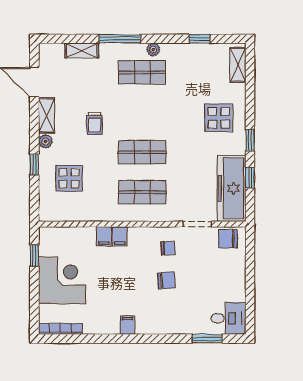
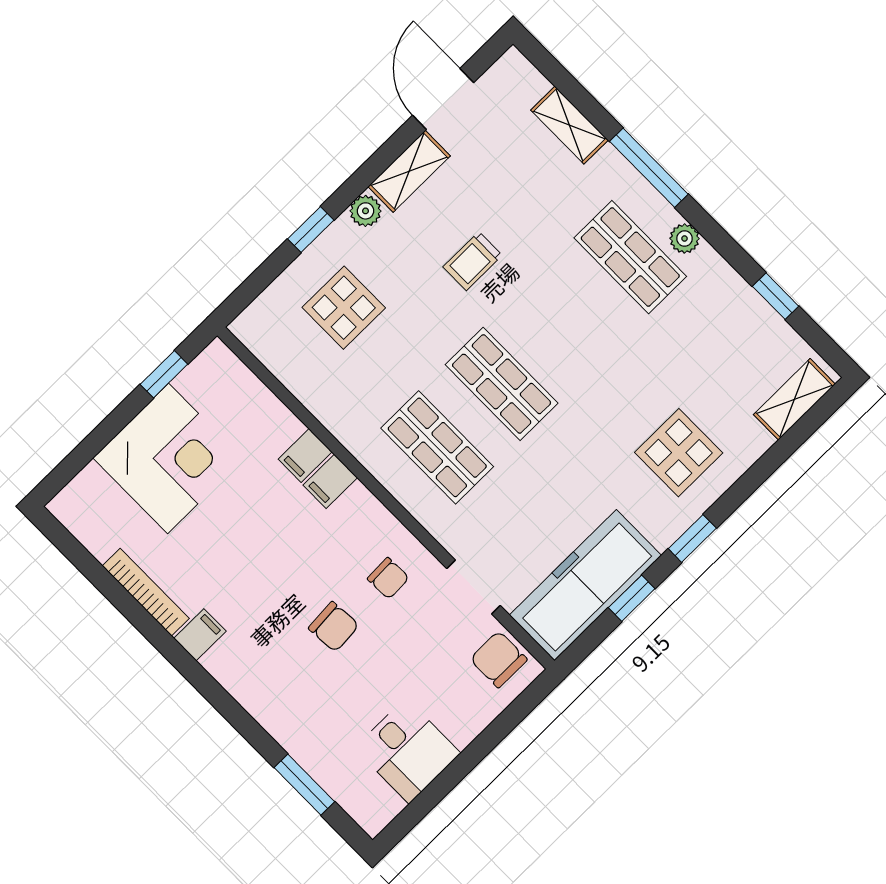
desk: (228, 318) -> (407, 751), moved
bookcase: (60, 329) -> (146, 592), moved

